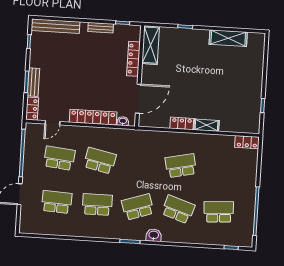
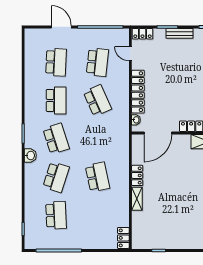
bench: (33, 82) -> (179, 33), moved
door: (138, 99) -> (158, 133), hinge flipped
school desk: (100, 161) -> (97, 100), turned -36

